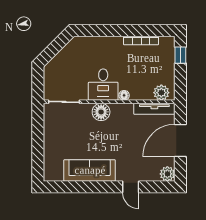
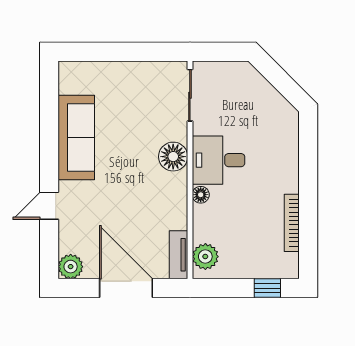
tv unit: (154, 109) -> (178, 255), width x0.71

